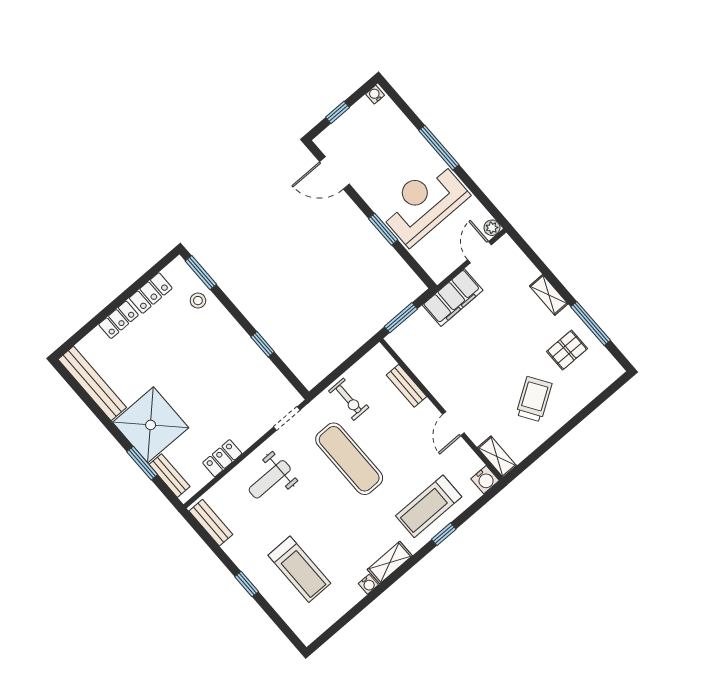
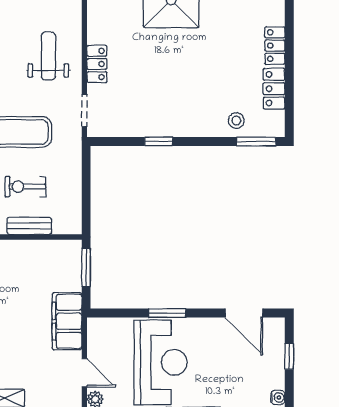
door: (334, 173) -> (244, 313), swing flipped
exercise bike: (349, 399) -> (25, 187), moved
locker: (222, 458) -> (97, 64), moved

